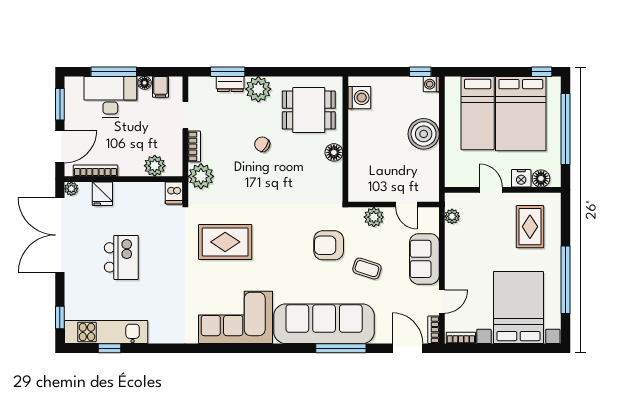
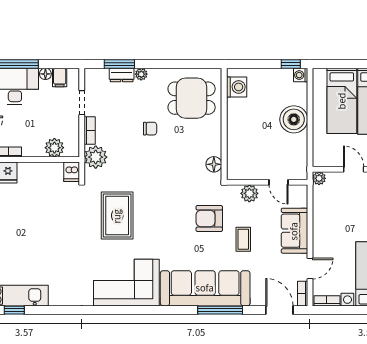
plant: (258, 89) -> (141, 74), width x0.53, depth x0.53
chair: (262, 144) -> (150, 129), turned 147
floor lamp: (334, 152) -> (214, 164), moved
plant: (452, 216) -> (319, 178), moved
rug: (225, 242) -> (117, 216), turned 90
kitchen island: (121, 257) -> (25, 229), removed
coffee table: (367, 269) -> (243, 239), turned 72

